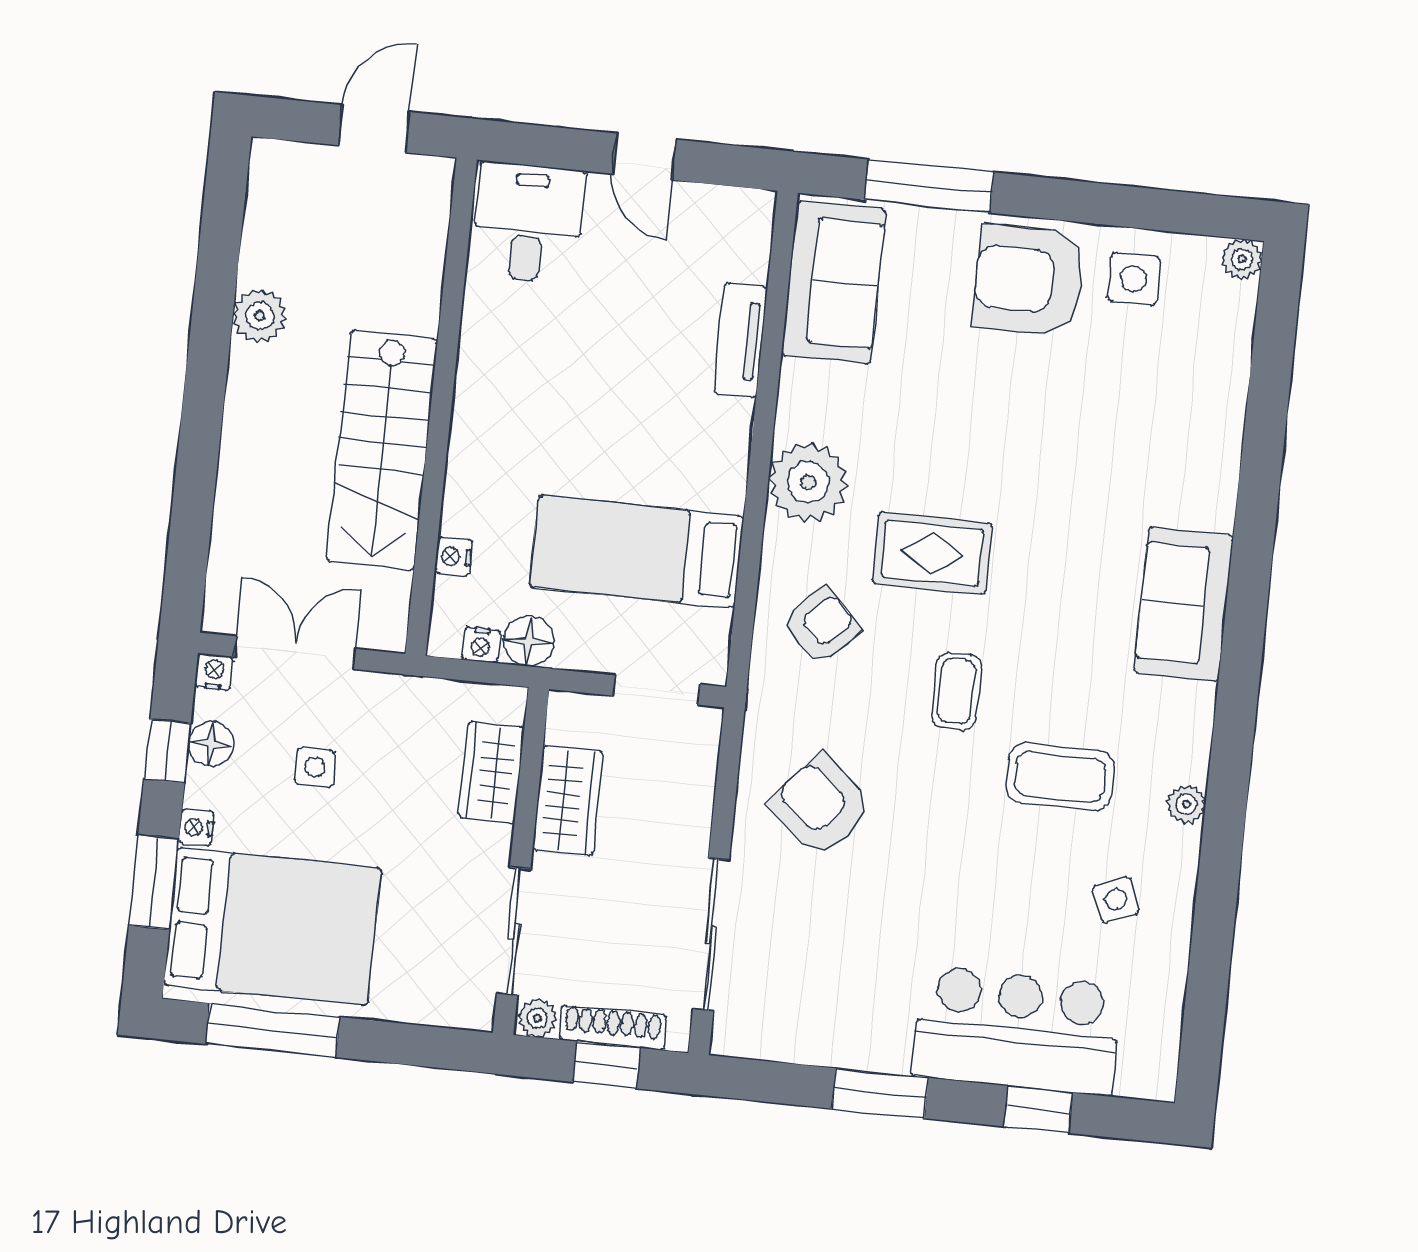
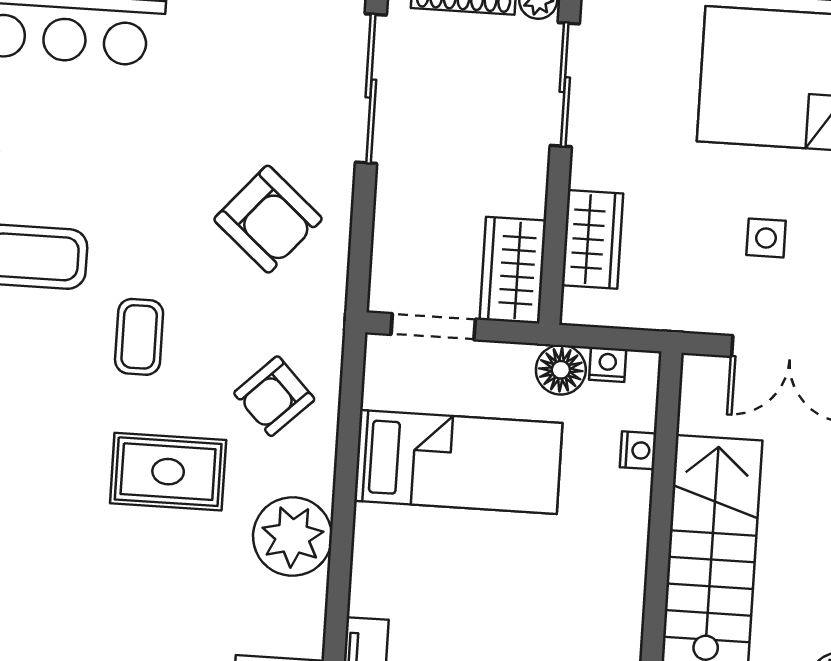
wardrobe: (568, 801) -> (513, 270), moved

